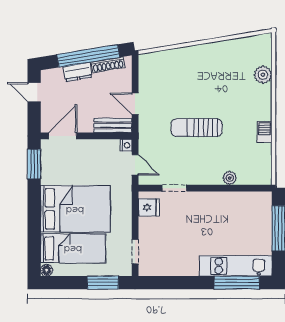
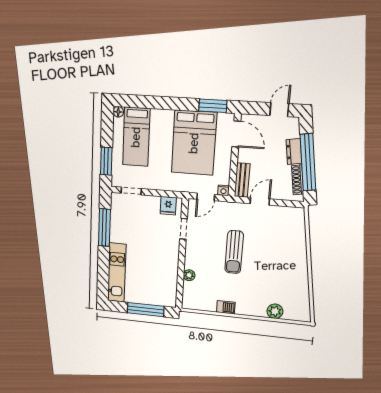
sun lounger: (196, 128) -> (234, 252), turned 180
bed: (75, 209) -> (194, 143), moved
window: (237, 283) -> (104, 228), moved

